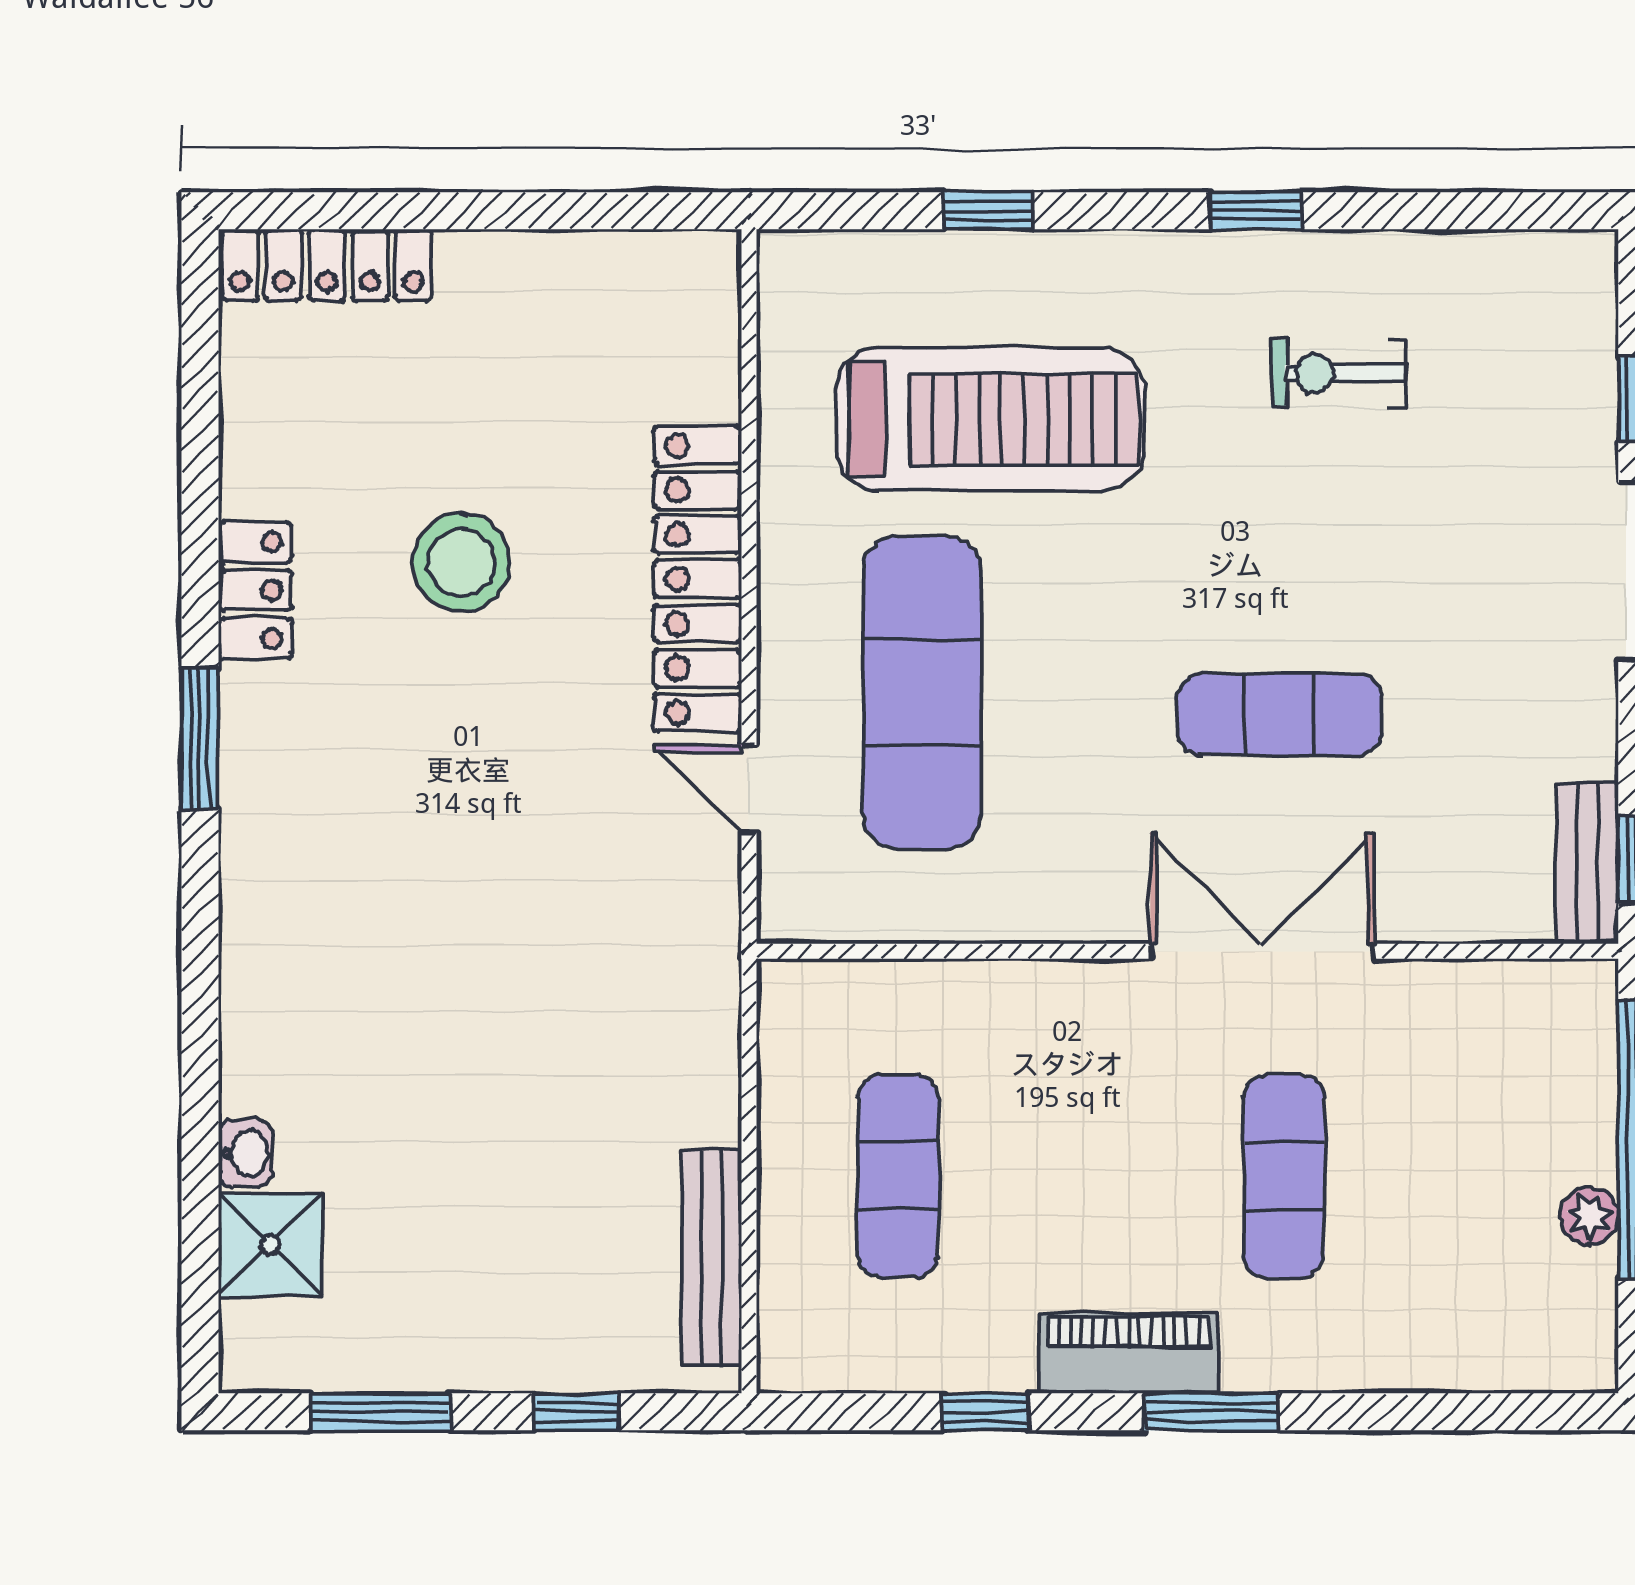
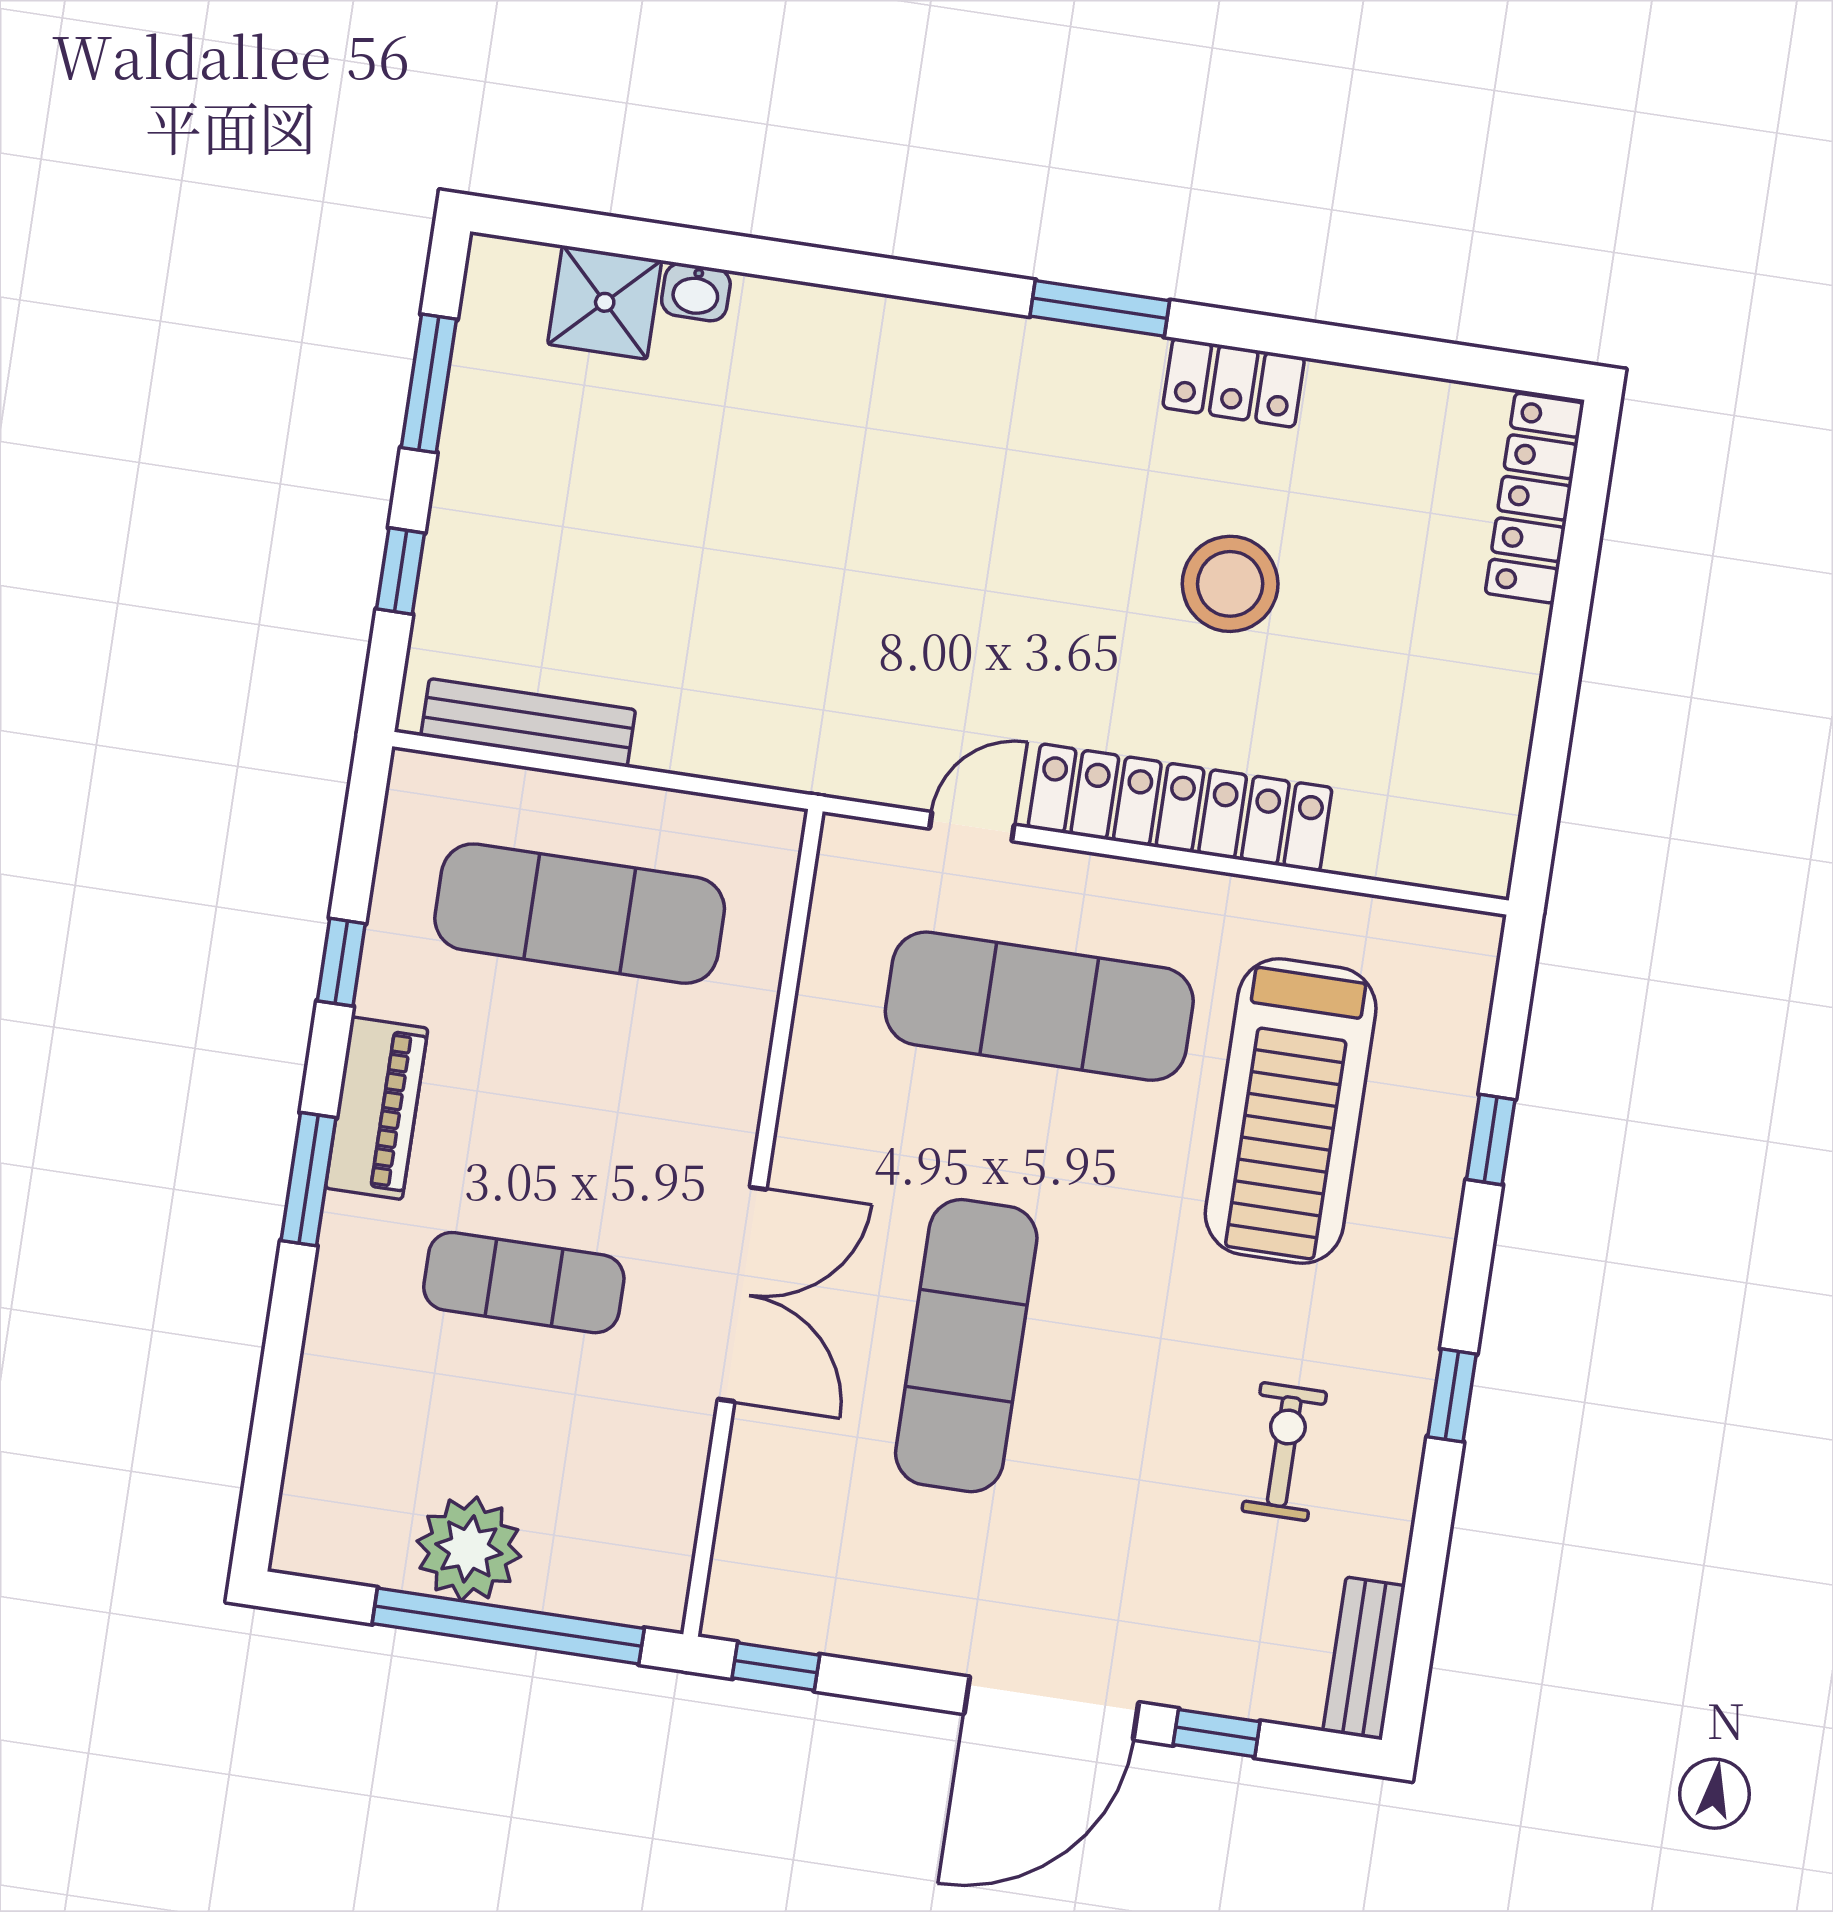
exercise mat: (1280, 714) -> (966, 1346), width x1.36, depth x1.45
bench: (1588, 863) -> (1364, 1658), moved, turned 90
exercise mat: (898, 1176) -> (580, 914), width x1.36, depth x1.45
plant: (1590, 1216) -> (469, 1549), width x1.88, depth x1.88

